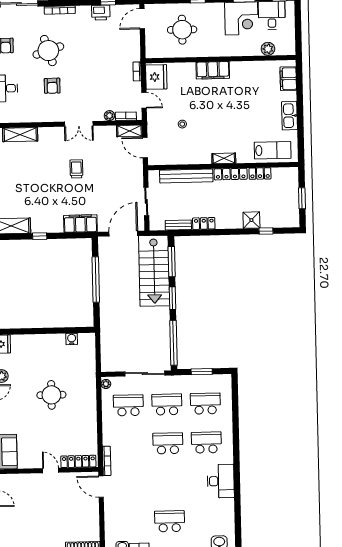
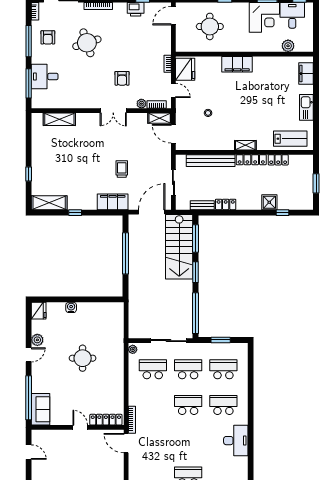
armchair: (52, 86) -> (122, 78), moved
trolley: (76, 169) -> (122, 169), moved
water cooler: (72, 339) -> (71, 307), moved

